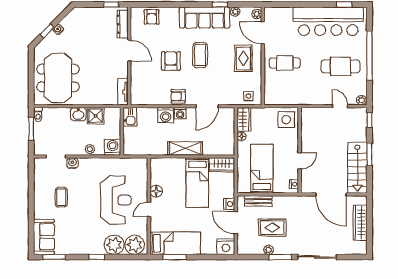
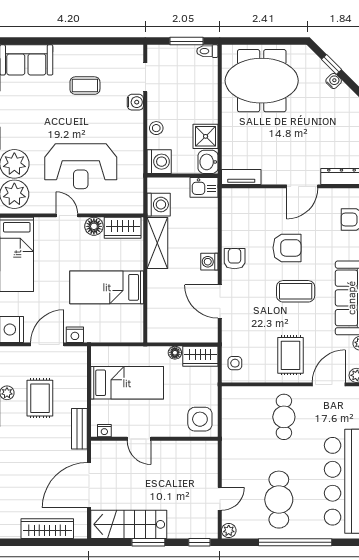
rug: (243, 58) -> (291, 355), turned 90
washbasin: (78, 114) -> (208, 162), moved
washing machine: (166, 115) -> (159, 205), moved, turned 180
shelving: (185, 148) -> (157, 243), moved
wardrobe: (222, 165) -> (123, 228), moved, turned -90
bench: (258, 201) -> (79, 429), moved

